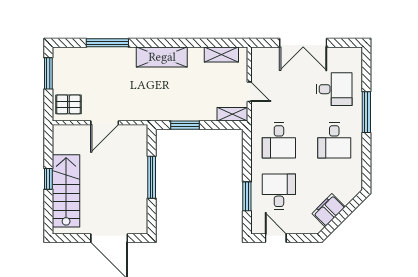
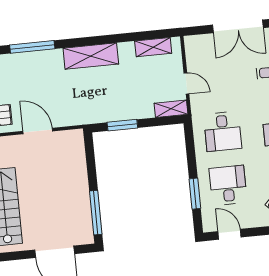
door: (105, 123) -> (38, 131), swing flipped
window: (152, 177) -> (96, 213), moved

